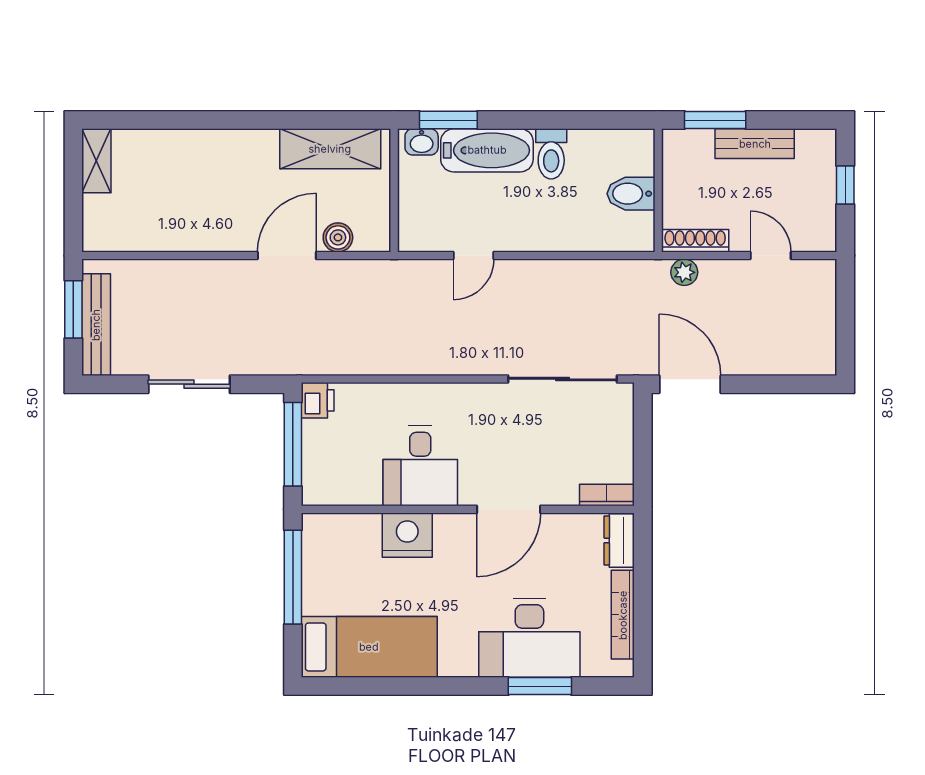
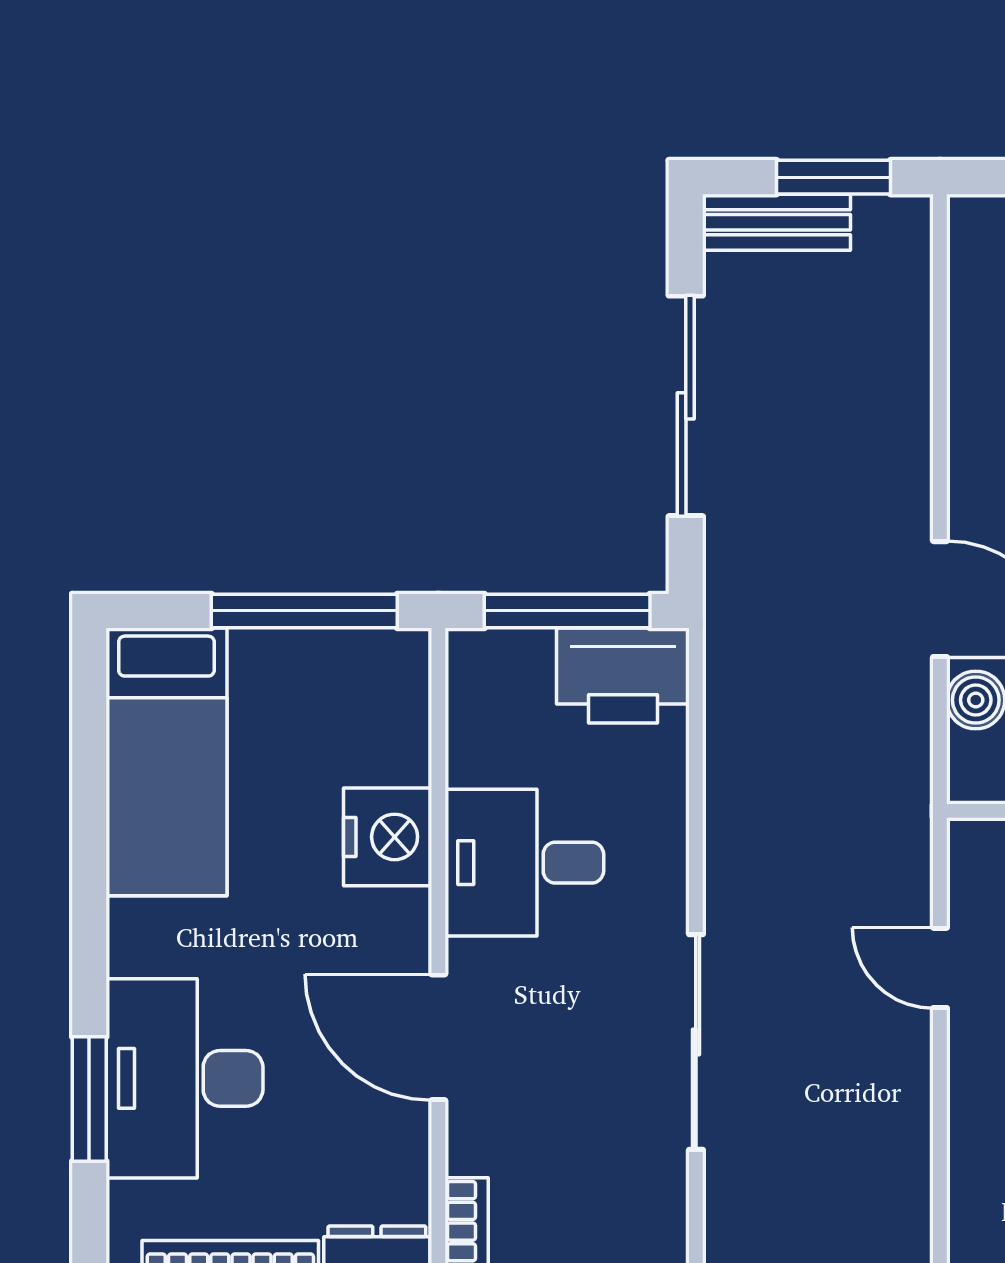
bench: (96, 325) -> (777, 222), width x0.73
sliding door: (562, 379) -> (696, 1042), moved
sliding door: (189, 384) -> (686, 406), width x1.37
printer: (318, 400) -> (623, 675), width x1.87, depth x1.48

